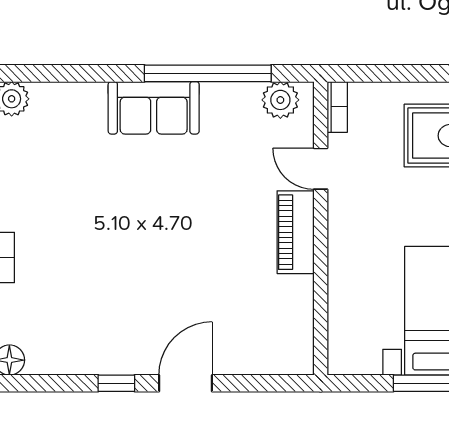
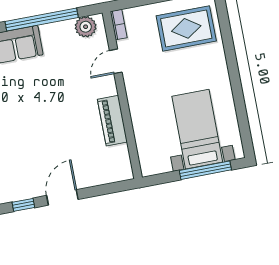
door: (321, 169) -> (116, 61), hinge flipped
piano: (296, 232) -> (112, 121), moved

